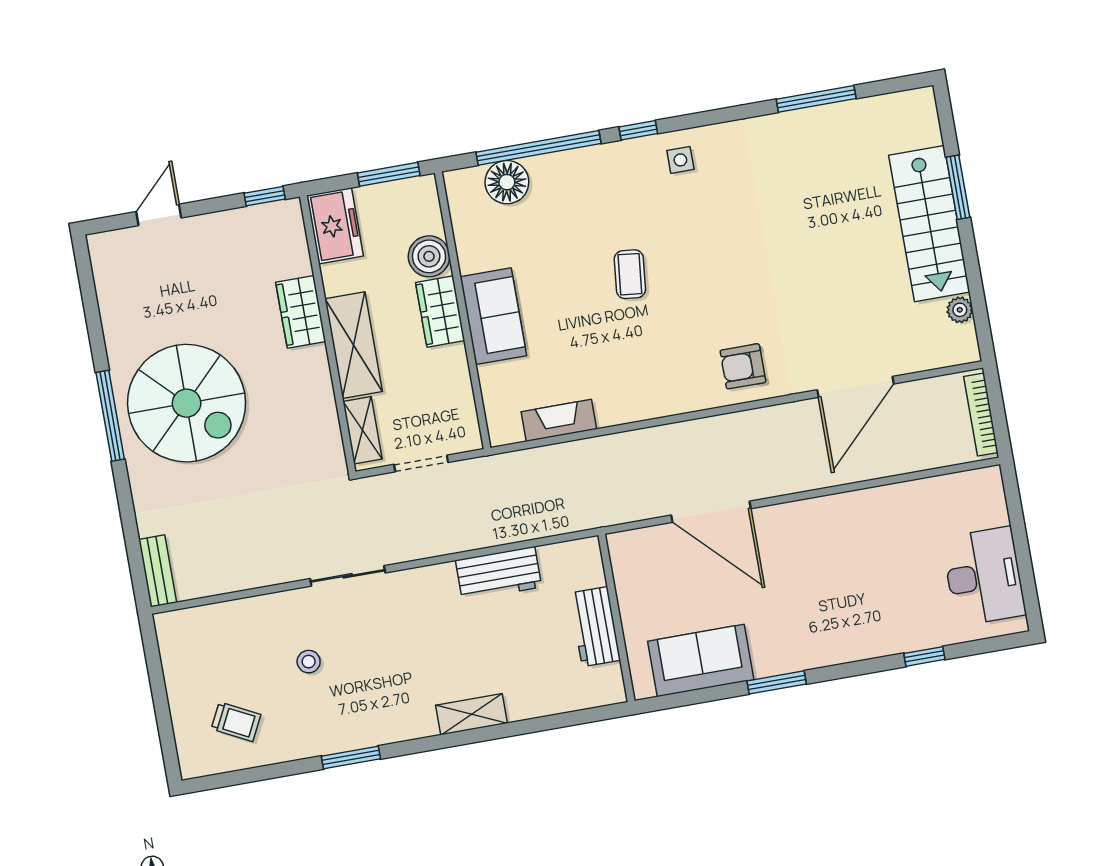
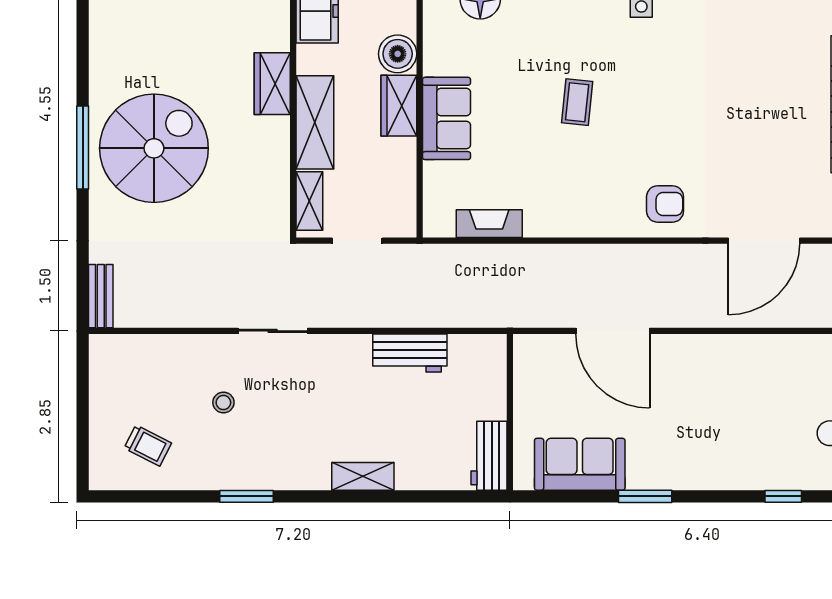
armchair: (743, 366) -> (665, 204), turned 180
spiral stairs: (187, 403) -> (154, 148), turned -90
workbench: (595, 627) -> (489, 456), moved

